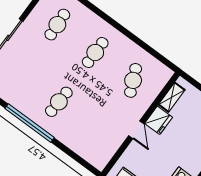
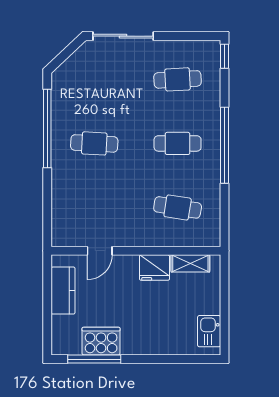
window: (117, 26) -> (224, 145), added
cafe table: (133, 80) -> (178, 207), turned 33
door: (136, 130) -> (100, 251), moved

